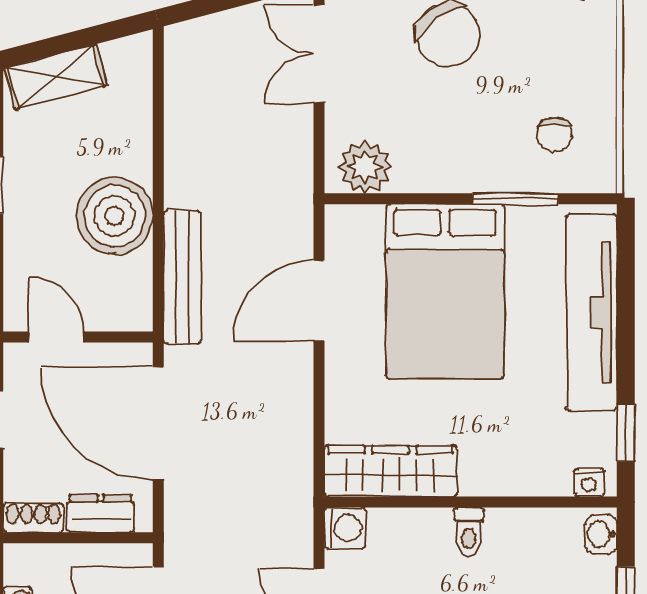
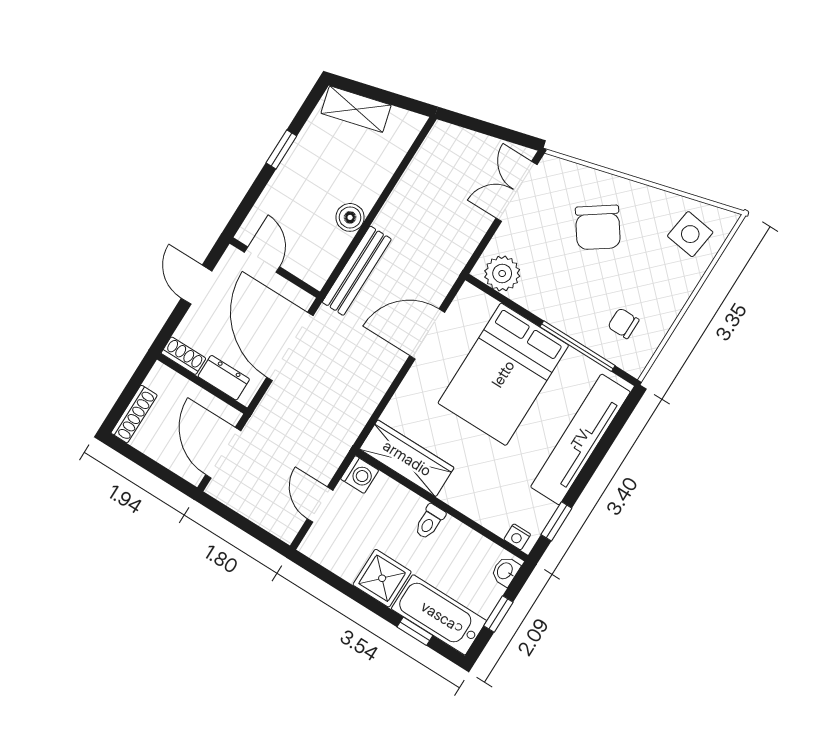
chair: (554, 135) -> (623, 323), turned 90
window: (515, 199) -> (578, 346), width x1.44
boiler: (115, 216) -> (350, 217), width x0.54, depth x0.54

